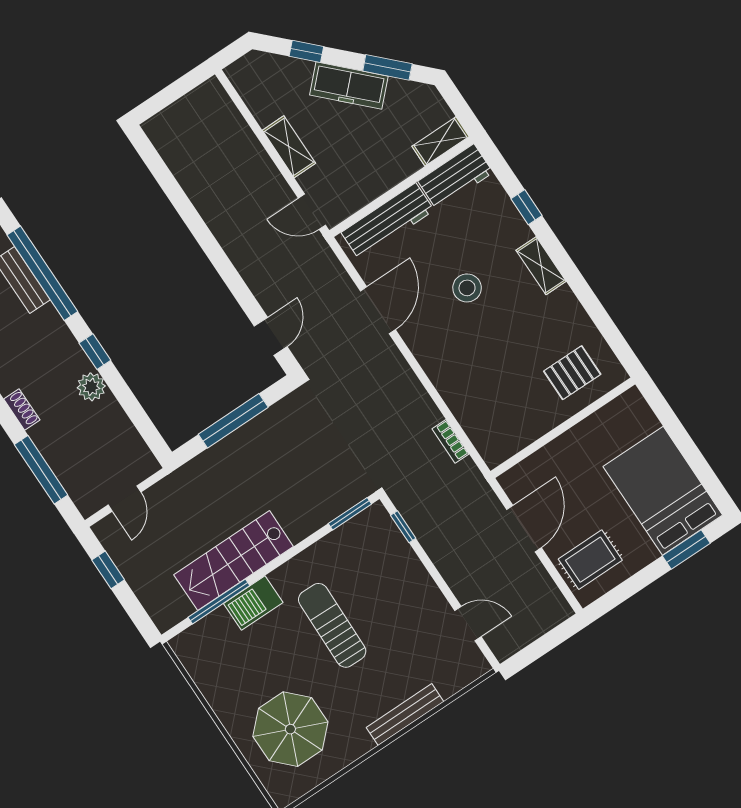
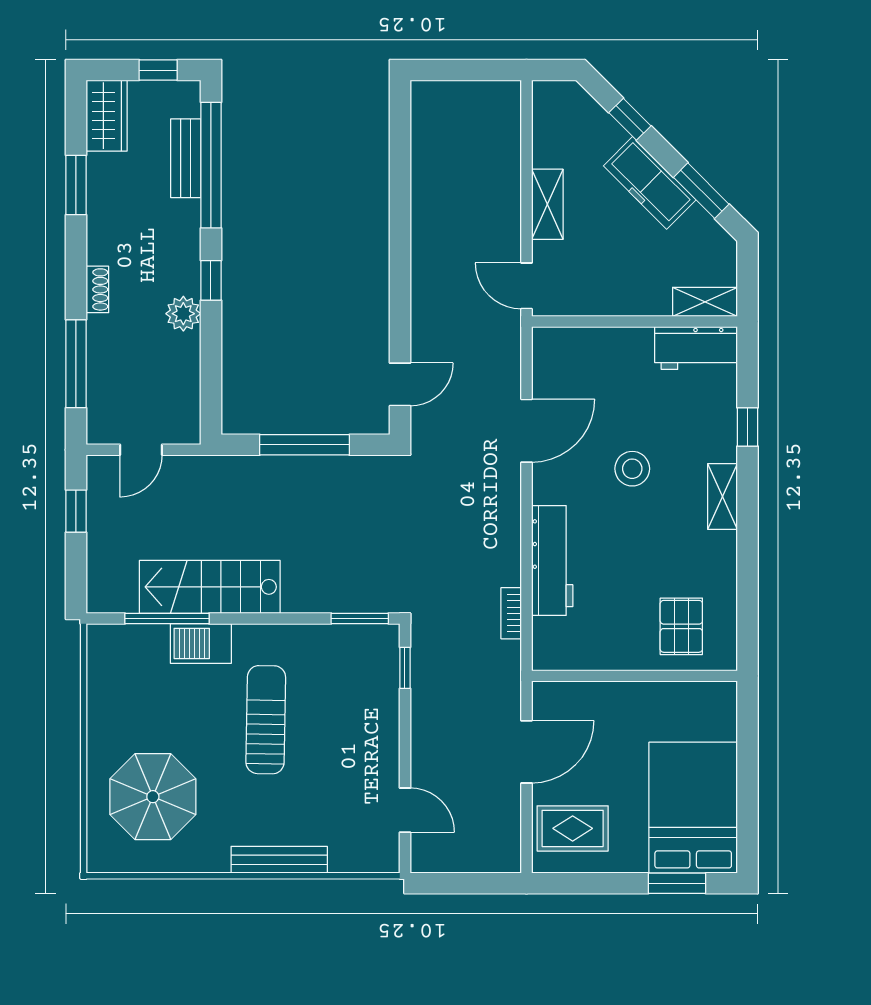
workbench: (388, 221) -> (552, 561), moved, turned -90
pallet: (572, 373) -> (681, 626), turned 90

